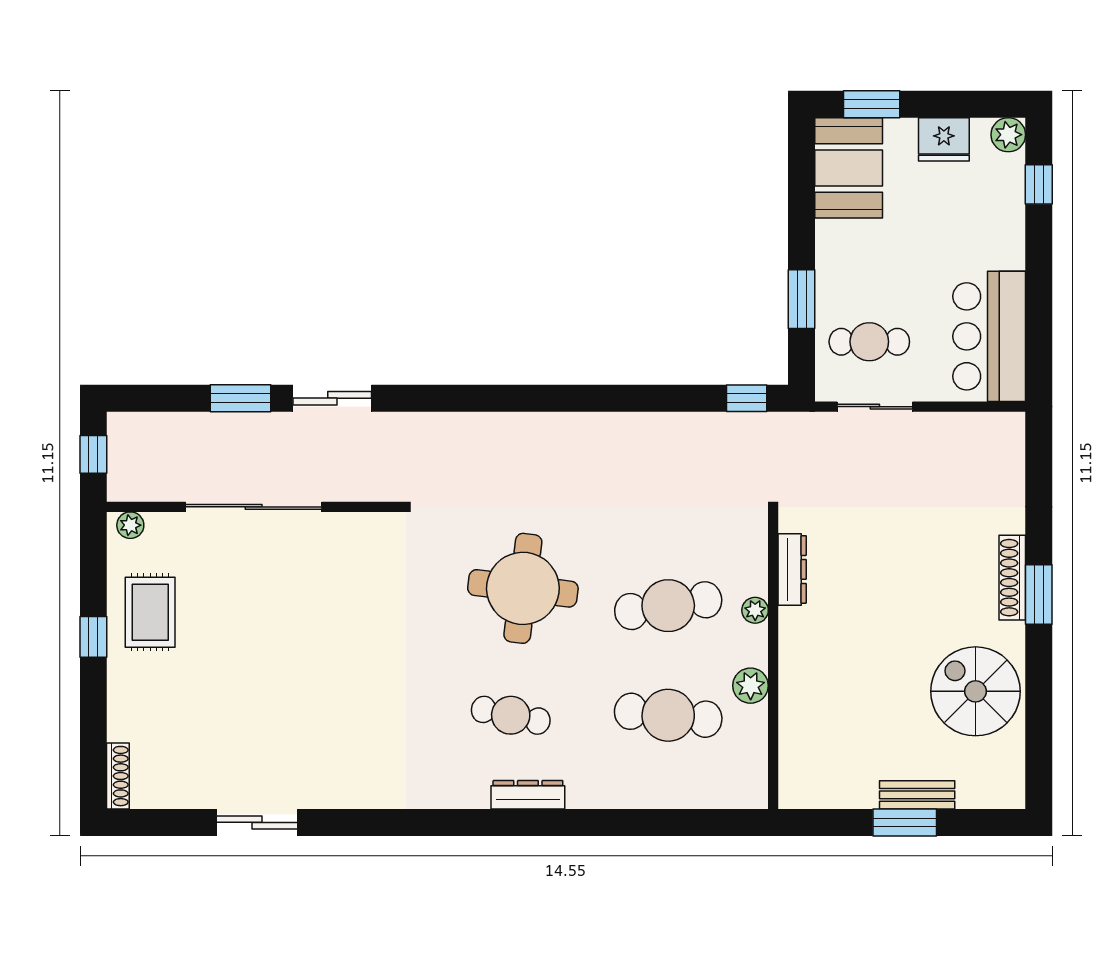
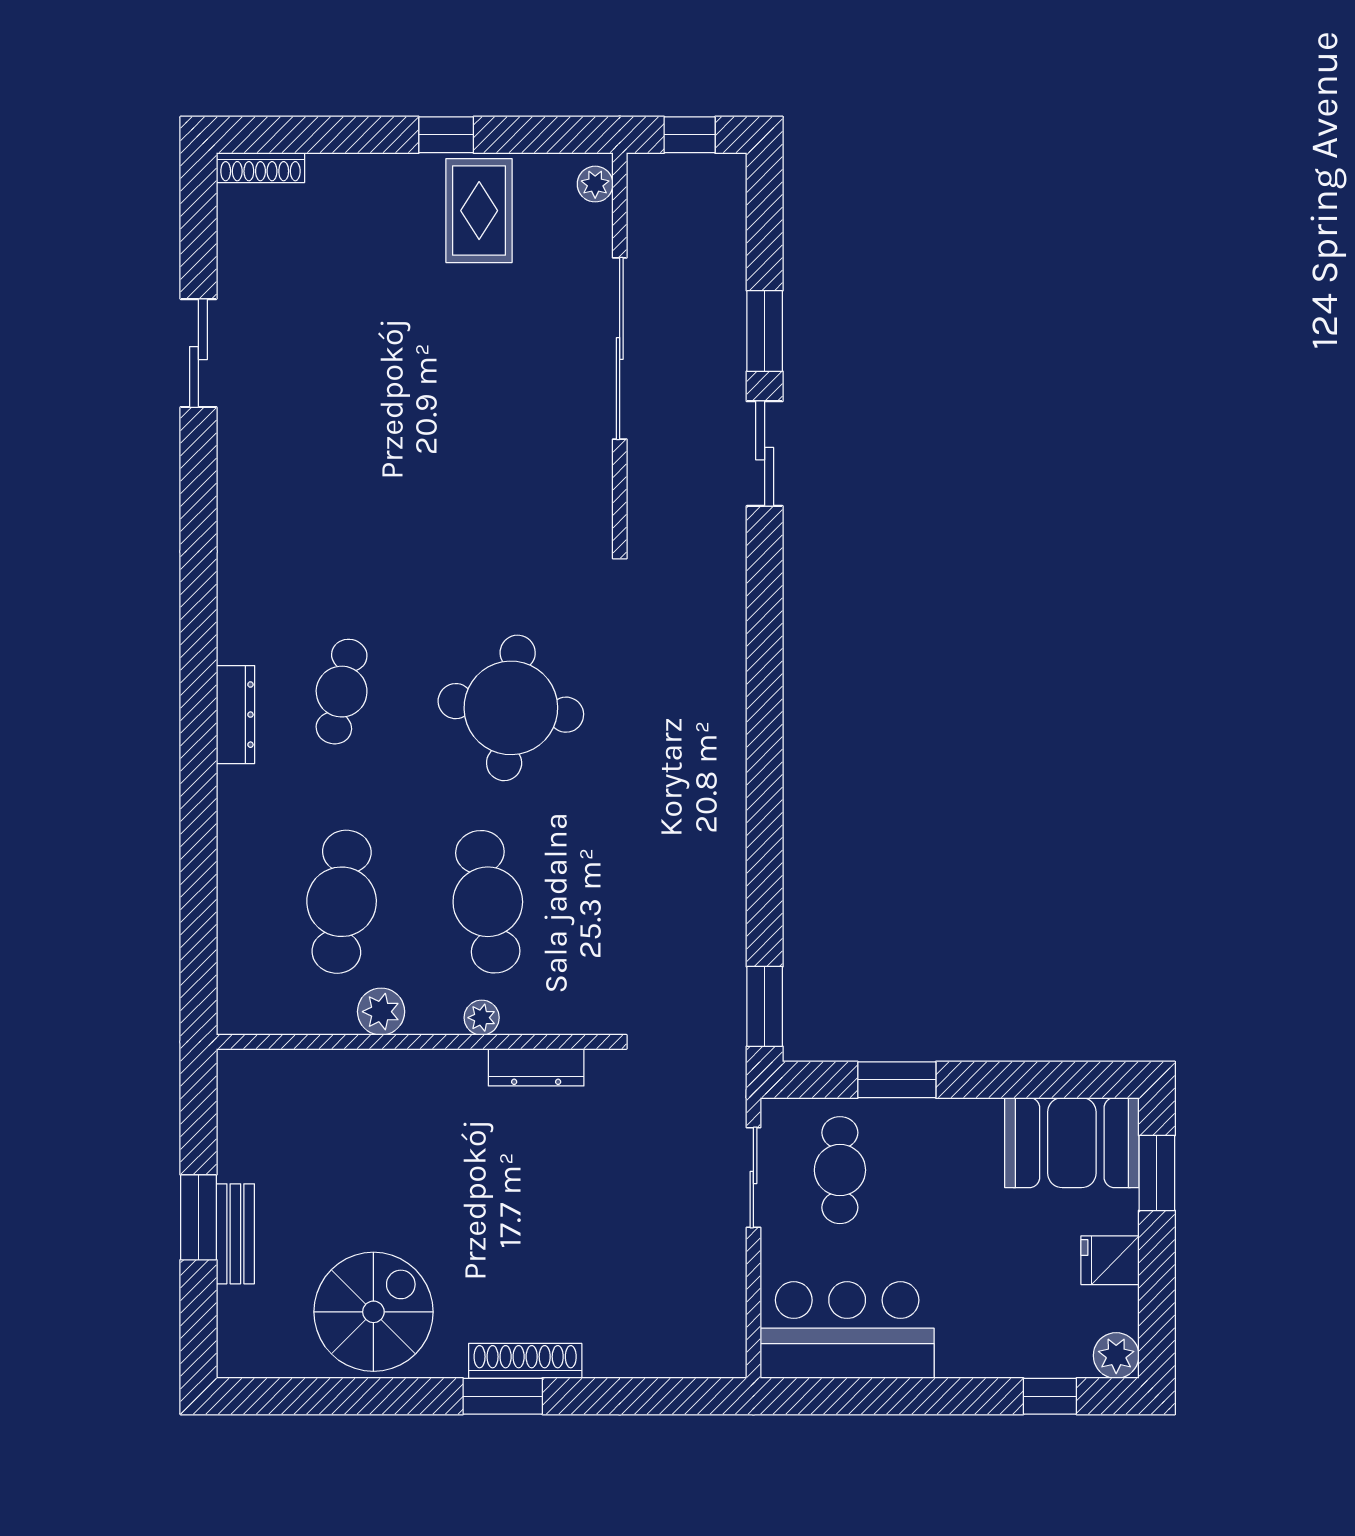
fridge: (944, 139) -> (1110, 1260), width x0.72
window: (747, 398) -> (765, 1006), width x1.50
rug: (150, 612) -> (479, 211), turned 90

